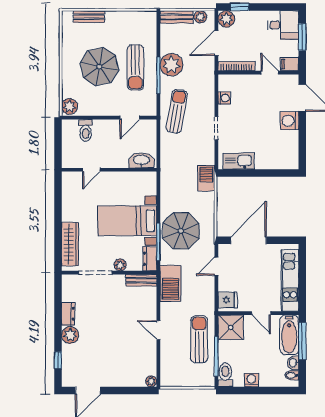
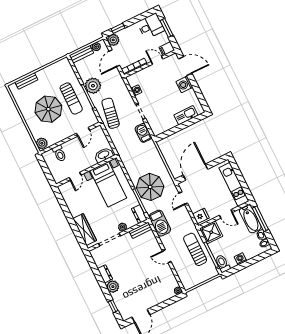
kitchen sink: (238, 161) -> (186, 115), moved
barbecue: (206, 178) -> (143, 133), moved
bed with nightstands: (127, 221) -> (108, 184), moved, turned -90

